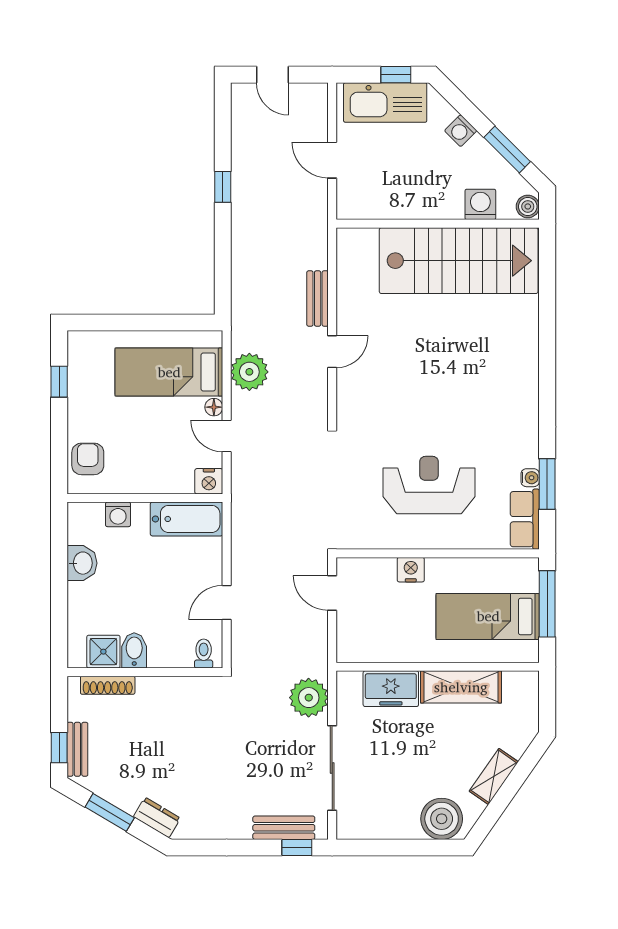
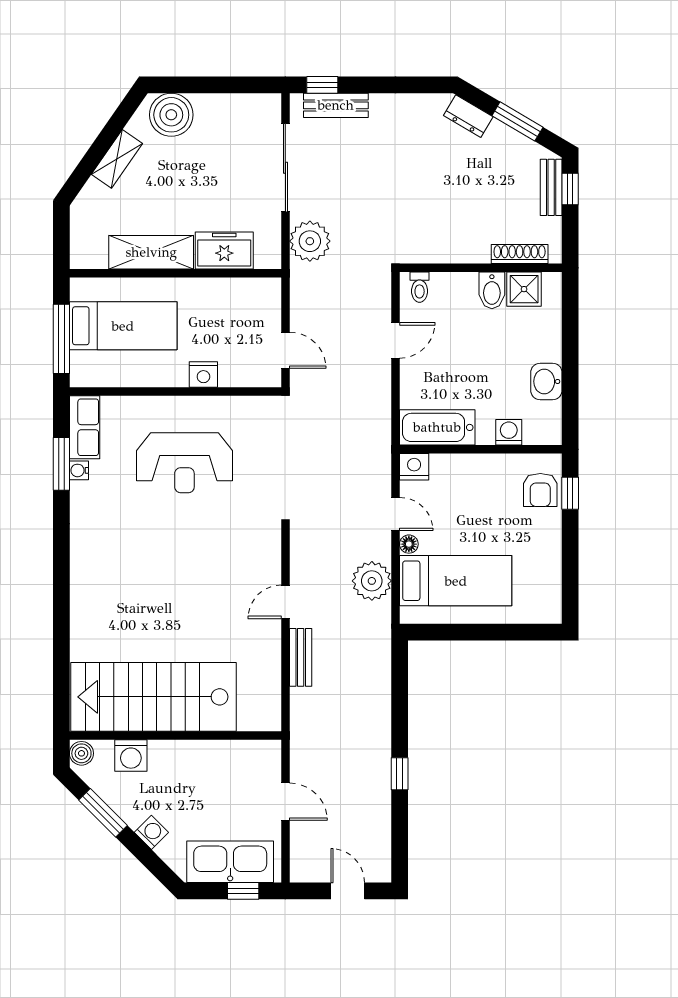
window: (396, 75) -> (243, 891), moved
window: (59, 382) -> (570, 493), moved

